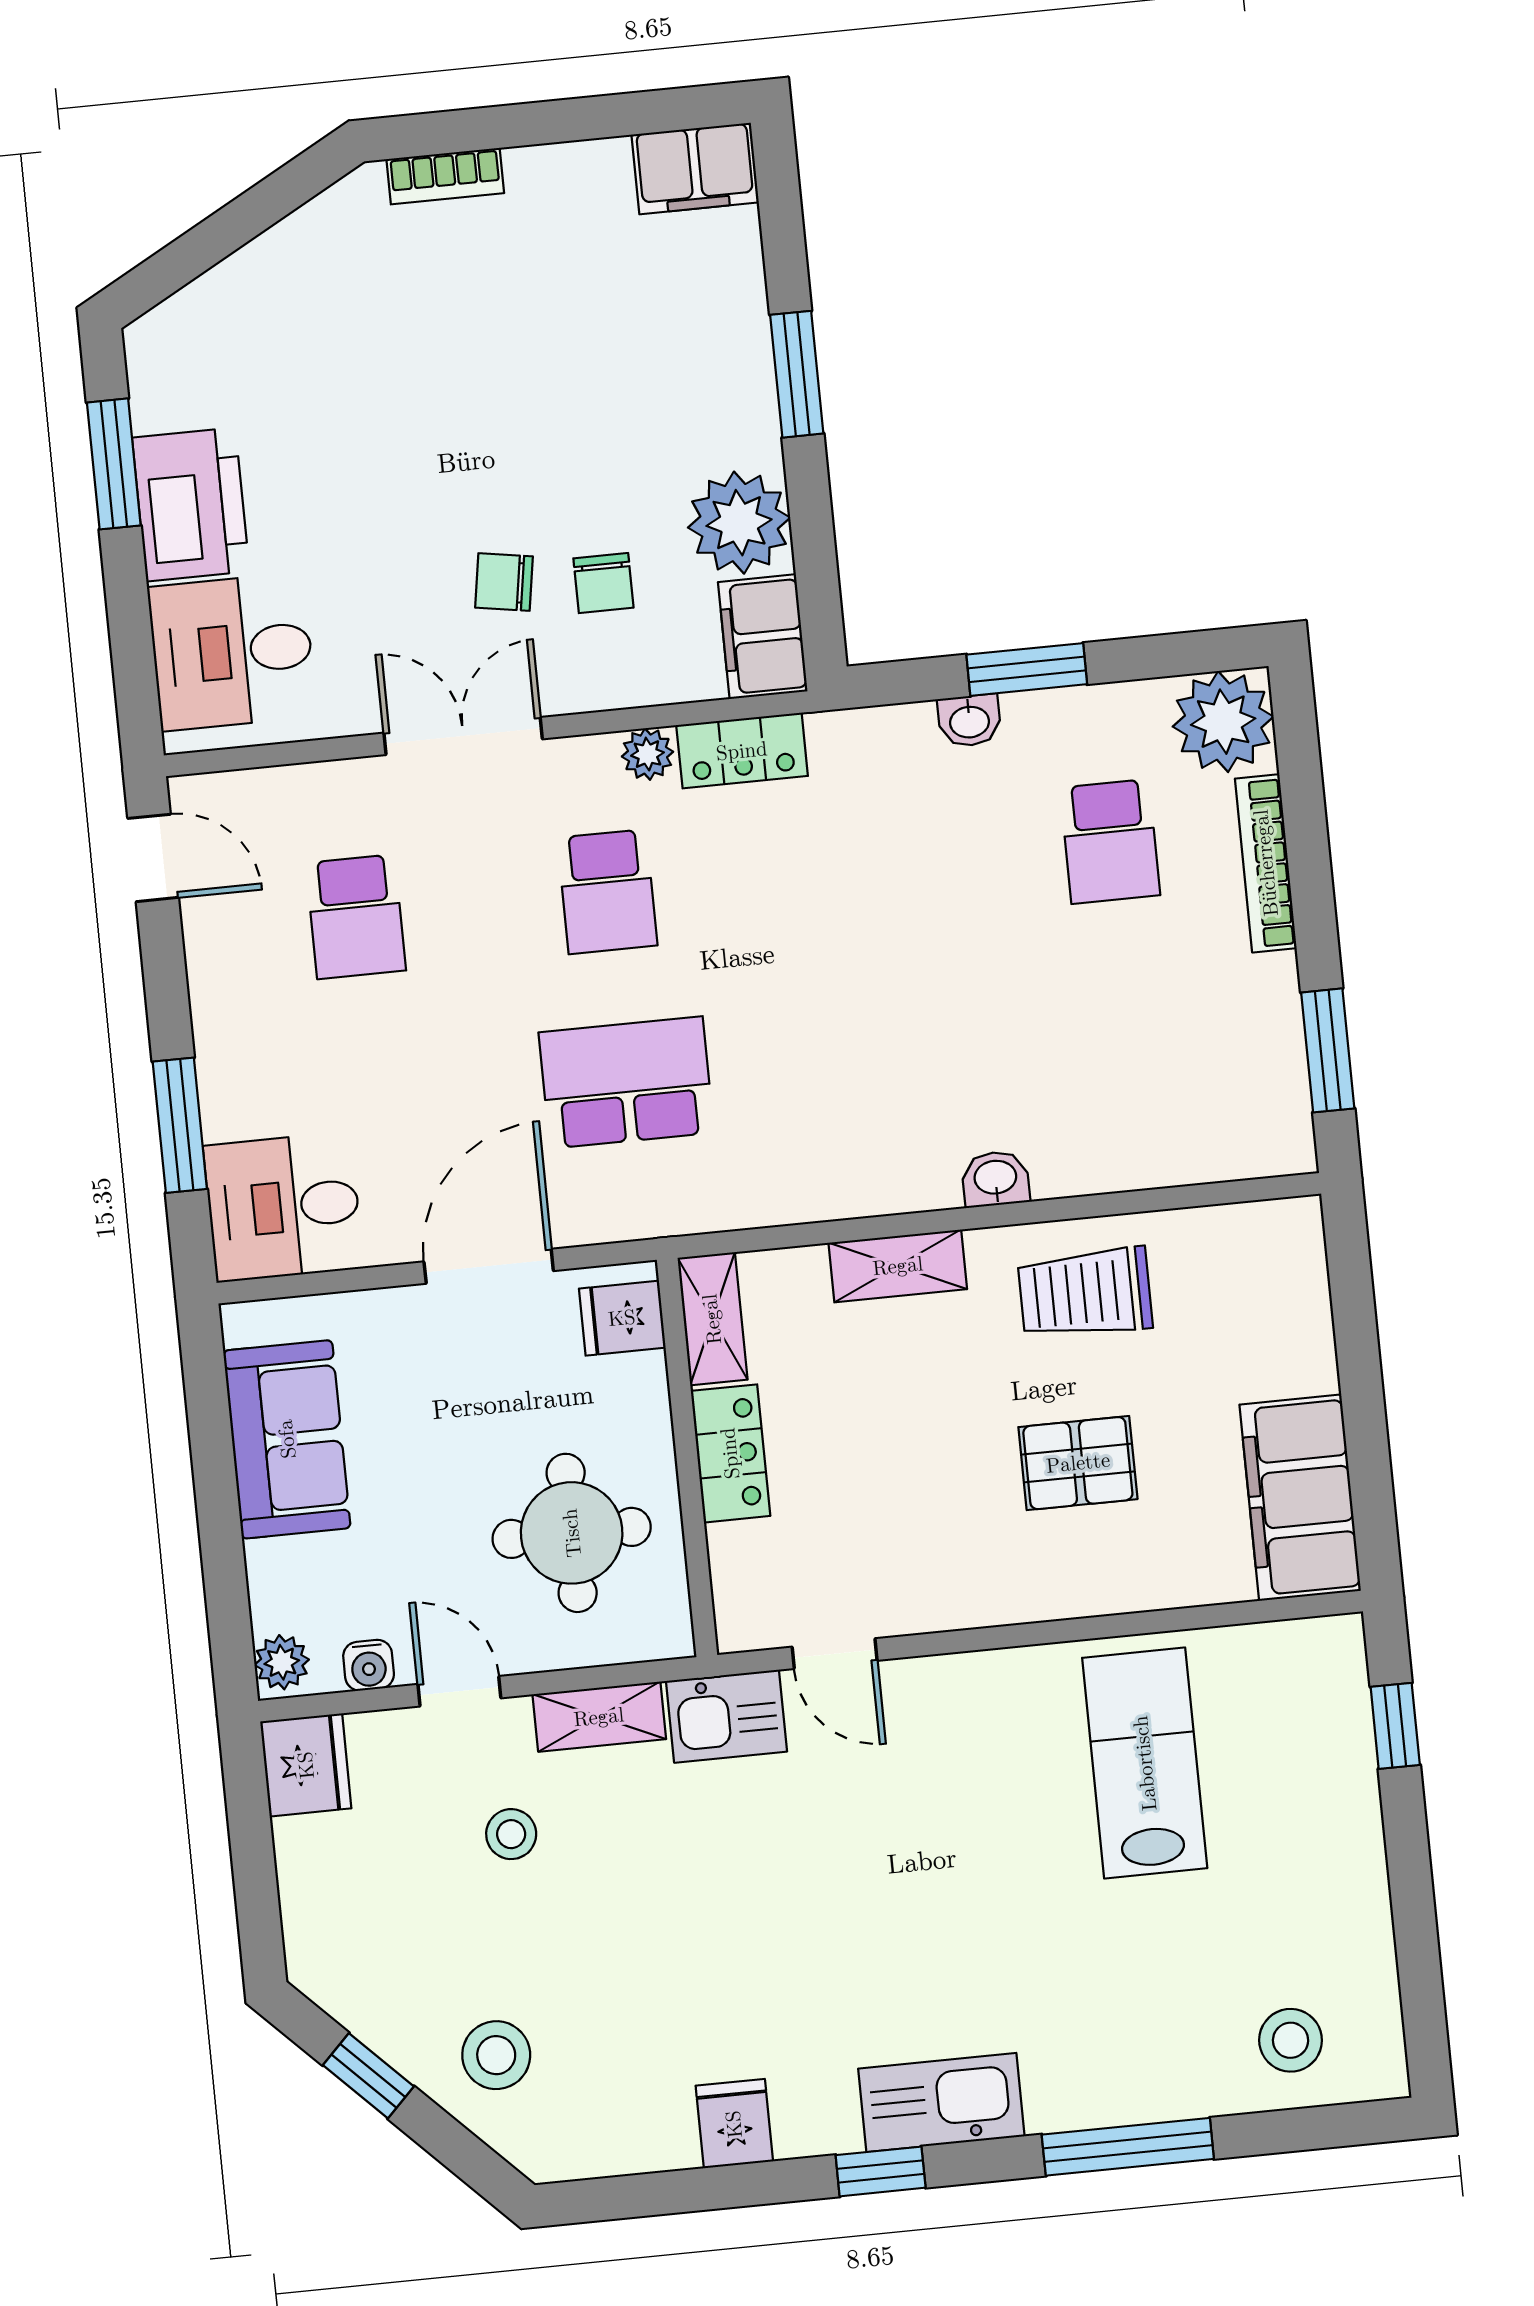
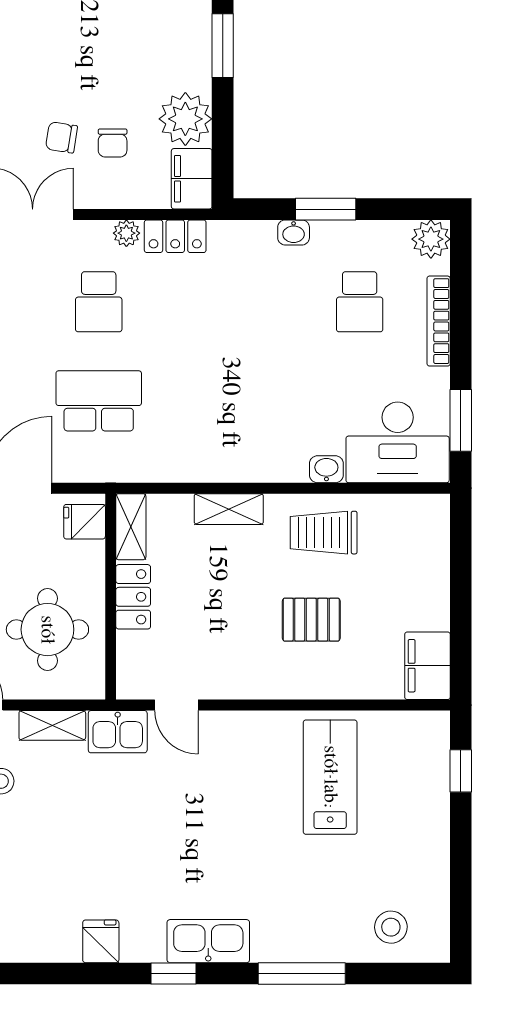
plant: (1223, 722) -> (431, 239), width x0.73, depth x0.73
desk: (1210, 1105) -> (398, 442), added
washbasin: (995, 1179) -> (326, 469), moved
filing cabinet: (1300, 1498) -> (427, 666), width x0.67, depth x0.86

